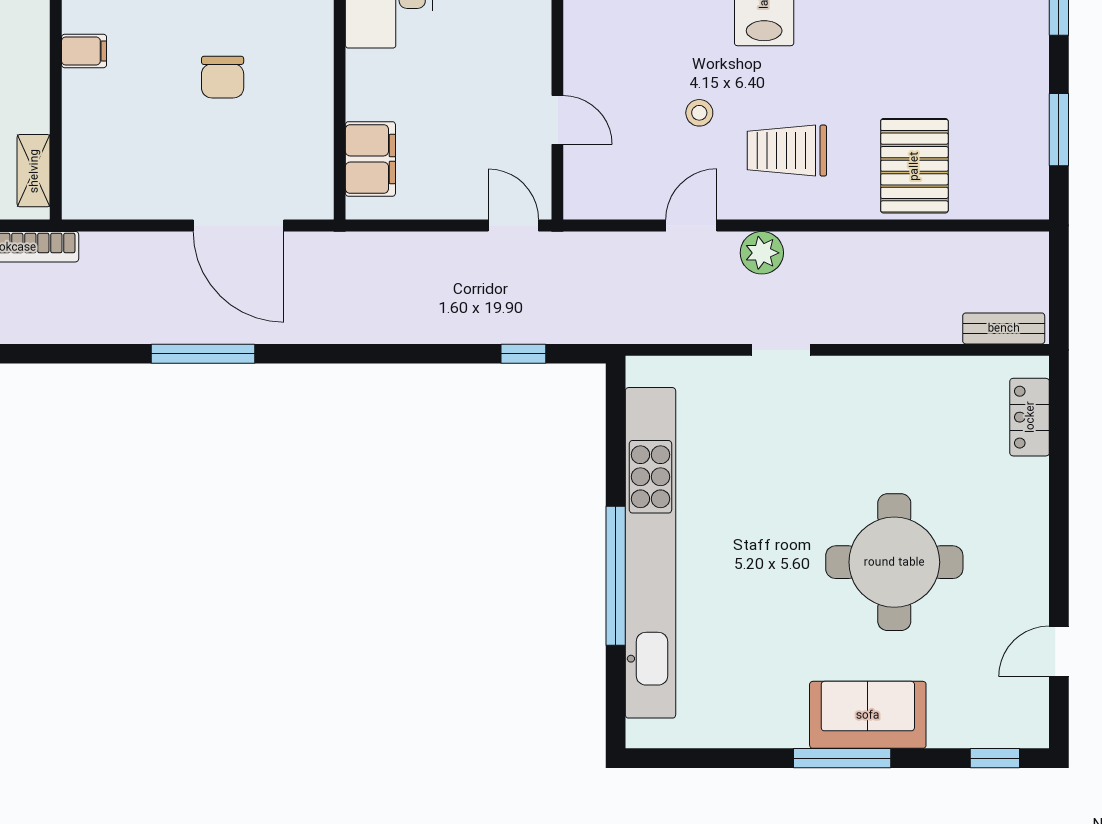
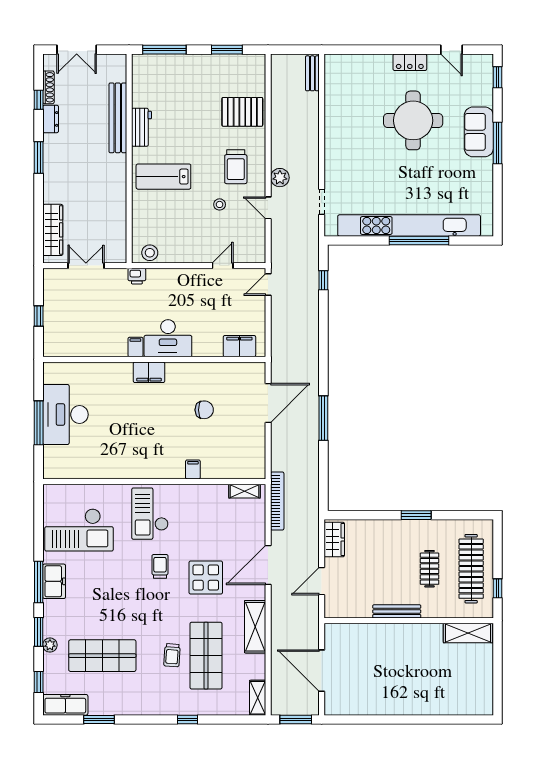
doorway: (781, 350) -> (322, 202), moved
locker: (1030, 417) -> (410, 62), moved

